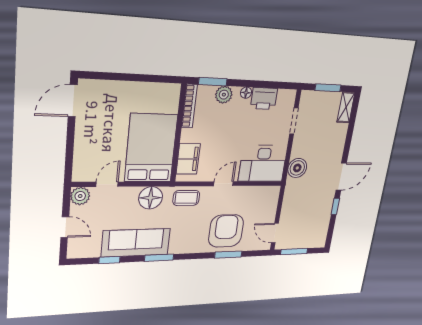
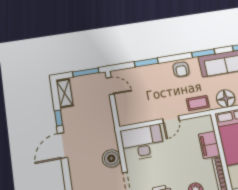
filing cabinet: (188, 159) -> (209, 145), moved
boiler: (297, 168) -> (111, 158), moved
armchair: (226, 231) -> (181, 69), moved, width x0.53, depth x0.53
shelving: (321, 232) -> (65, 93), added

